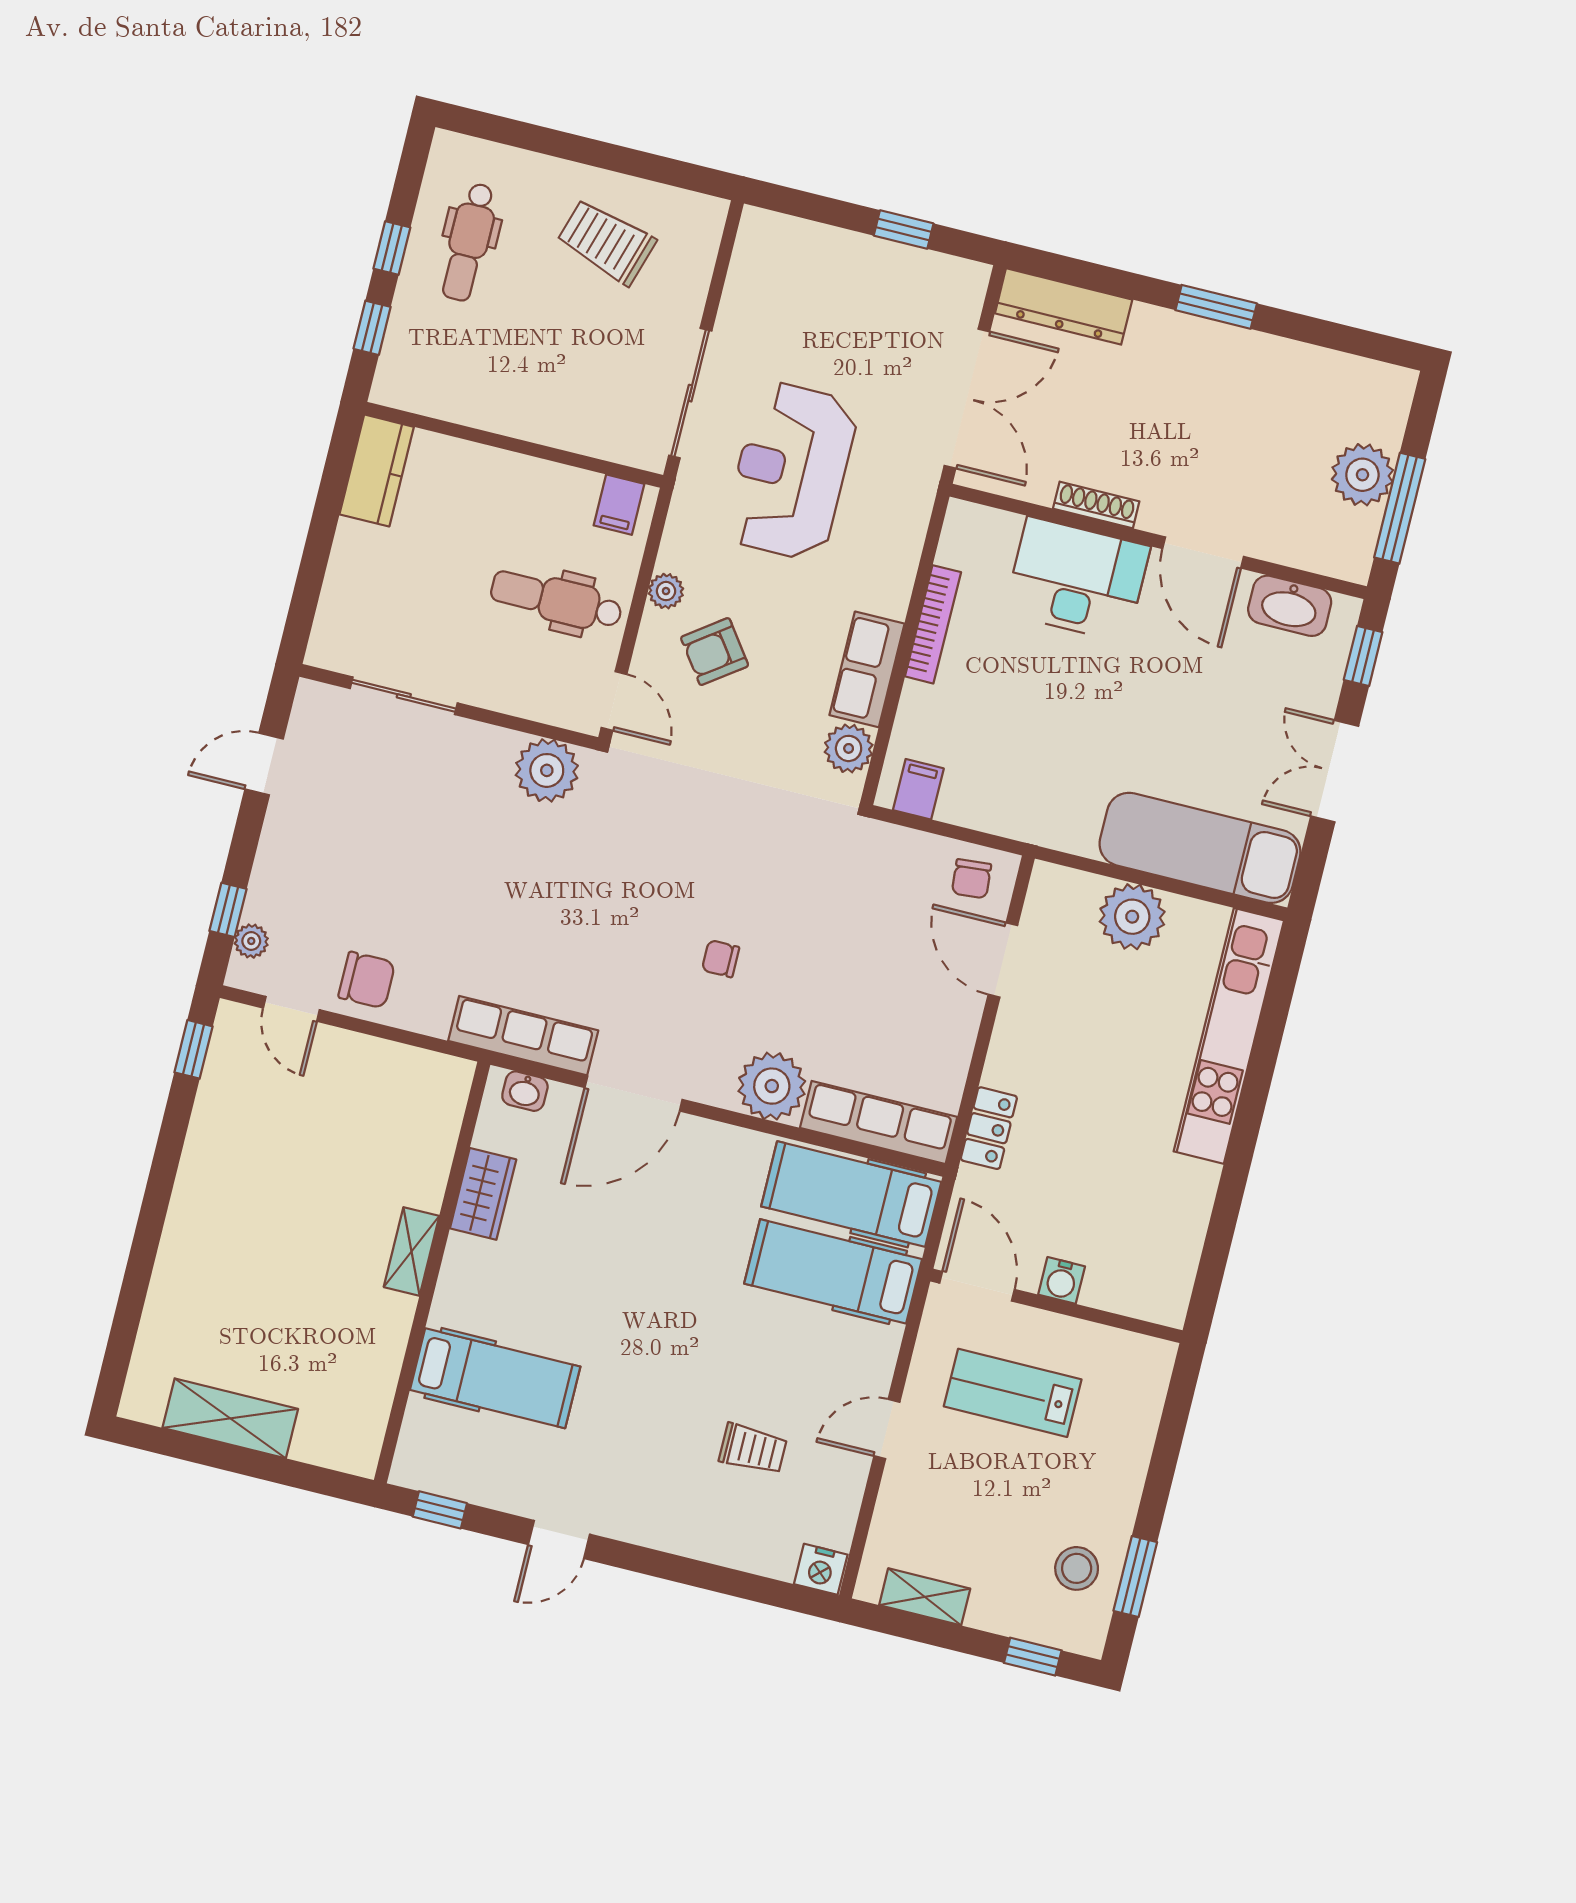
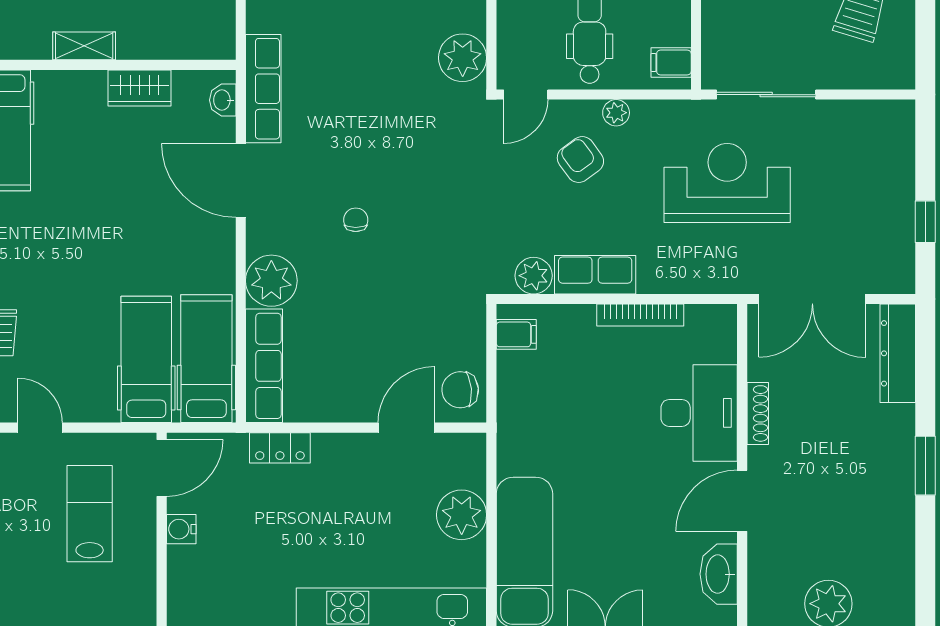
chair: (972, 879) -> (460, 390), width x1.37, depth x1.37

